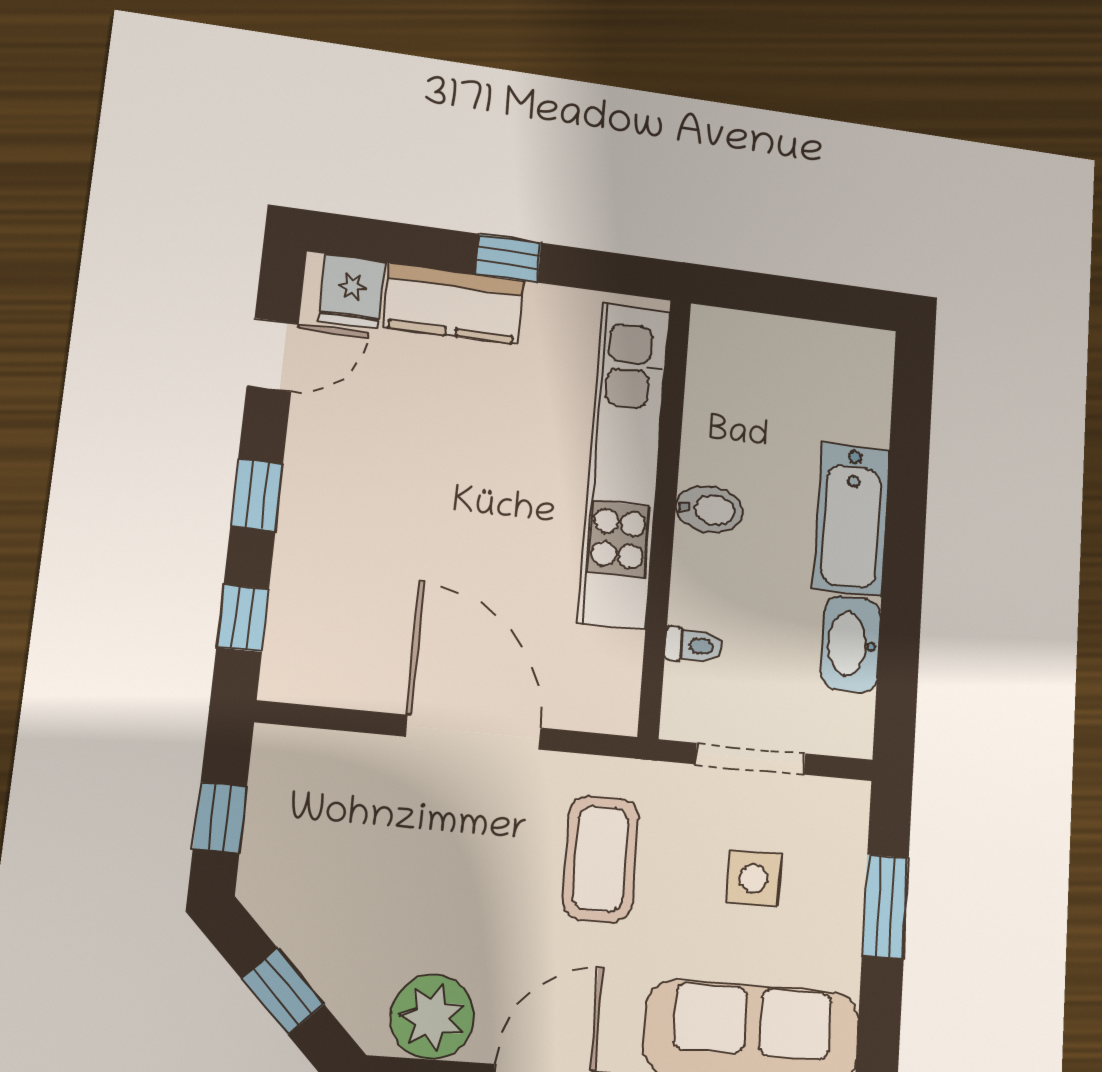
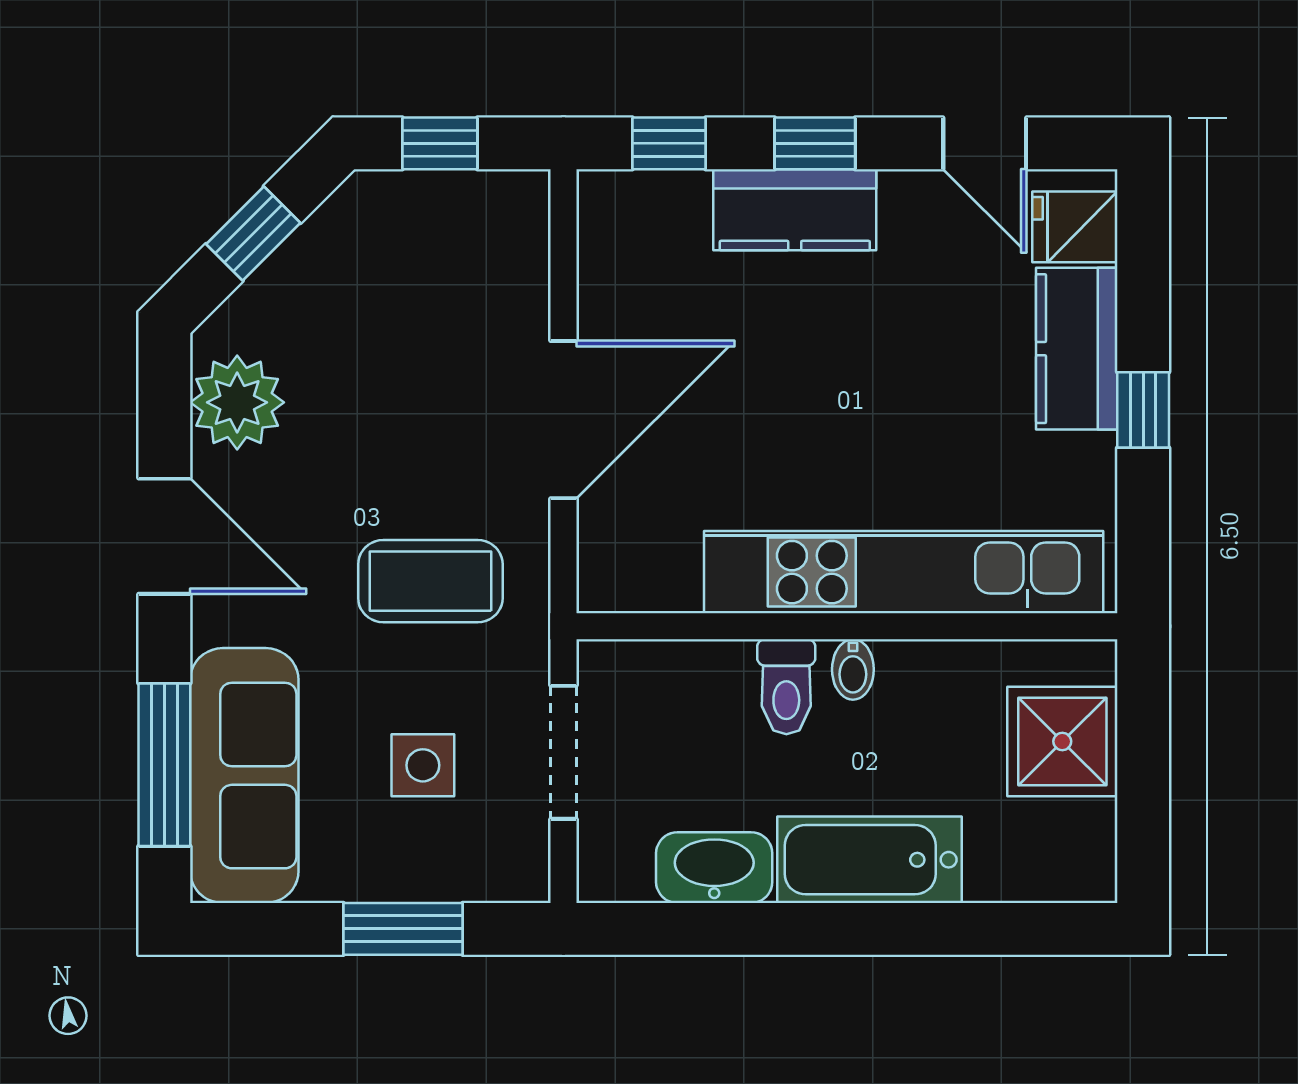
shower: (768, 357) -> (1062, 741), added
bidet: (709, 509) -> (853, 669), width x0.72, depth x0.74
kitchen counter: (313, 518) -> (795, 210), added
toilet: (694, 645) -> (786, 687), moved, width x1.37, depth x1.39

